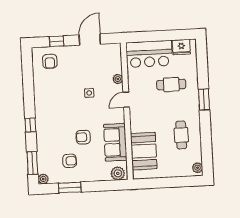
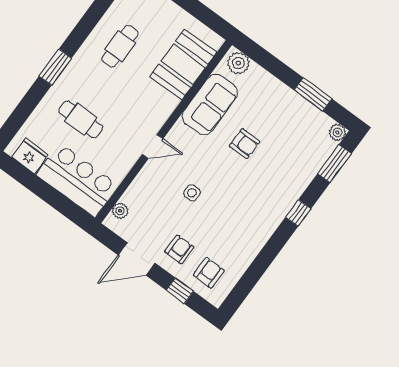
plant: (118, 79) -> (120, 211), moved
armchair: (70, 161) -> (179, 249), moved, turned 90

